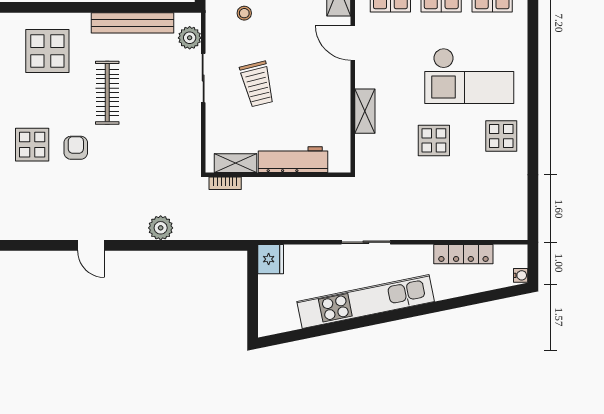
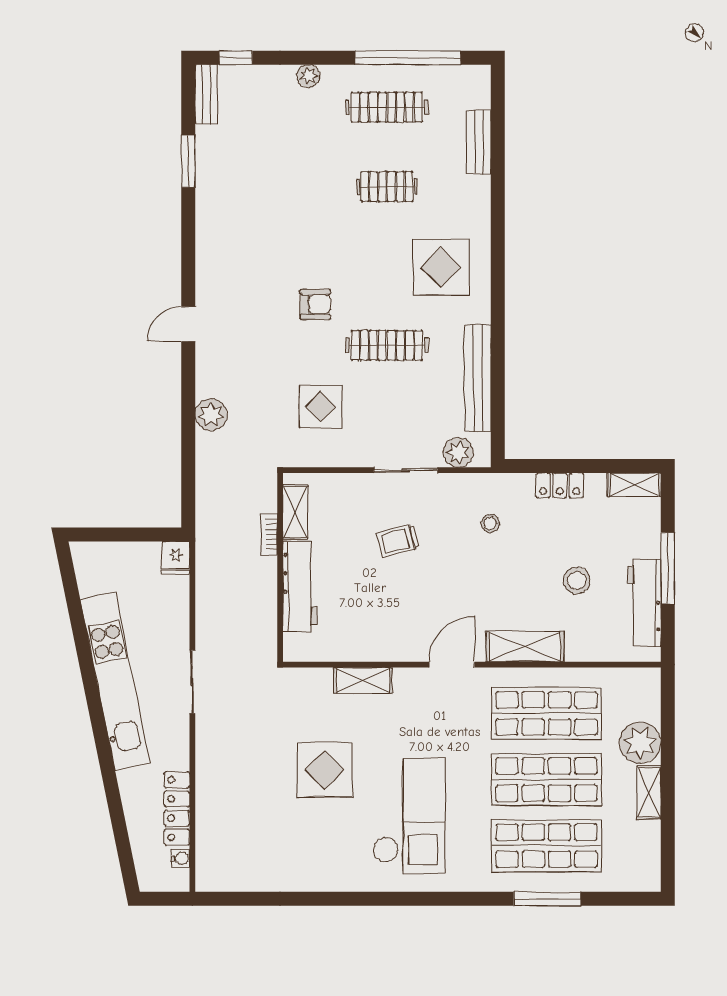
checkout: (469, 76) -> (409, 816), turned 180
trolley: (257, 84) -> (398, 540), width x0.73, depth x0.72
display table: (501, 136) -> (330, 858), removed
display table: (434, 140) -> (325, 770), width x1.36, depth x1.36
display table: (32, 145) -> (321, 407), moved
bookcase: (225, 183) -> (269, 534), moved
fridge: (271, 259) -> (176, 558), width x0.72
water cooler: (521, 275) -> (180, 858), moved, turned -90

